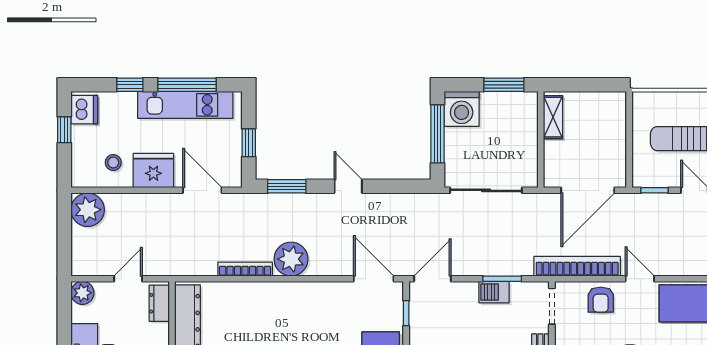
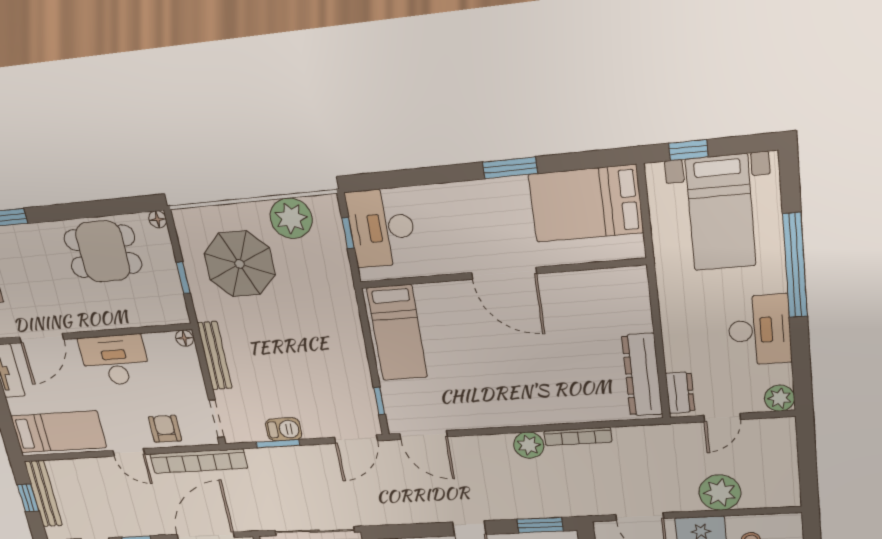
plant: (88, 210) -> (720, 493), moved
plant: (291, 259) -> (529, 445), width x0.73, depth x0.73

